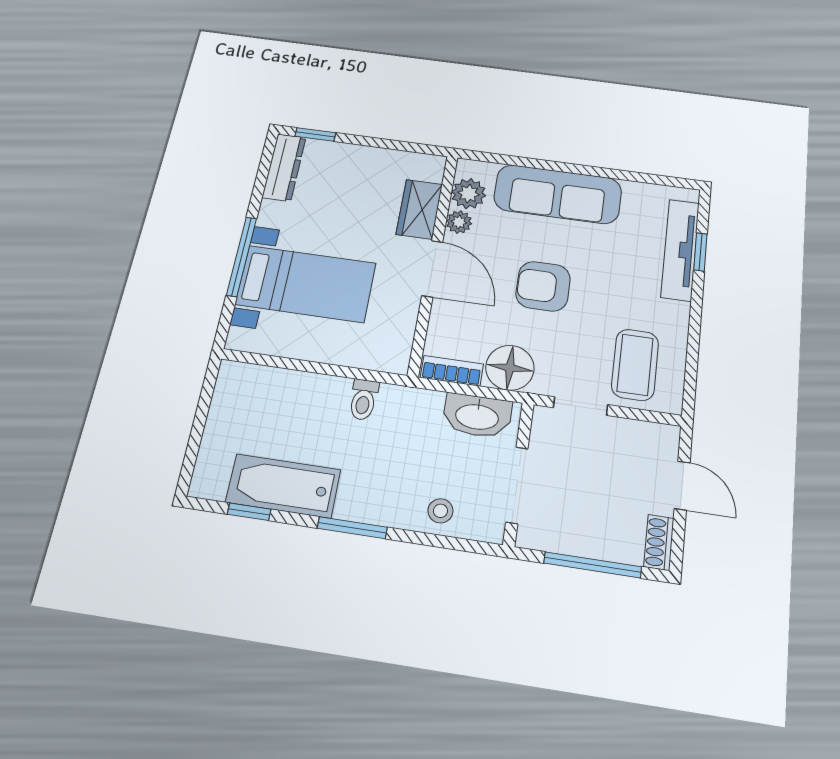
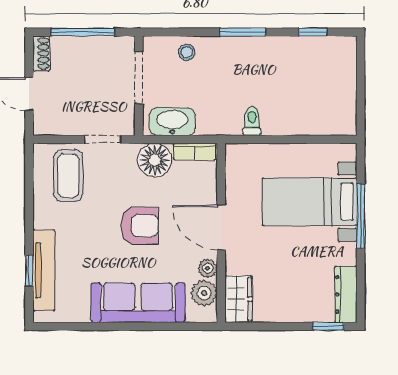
wardrobe: (419, 209) -> (238, 299), moved
bathtub: (283, 486) -> (294, 53), removed

